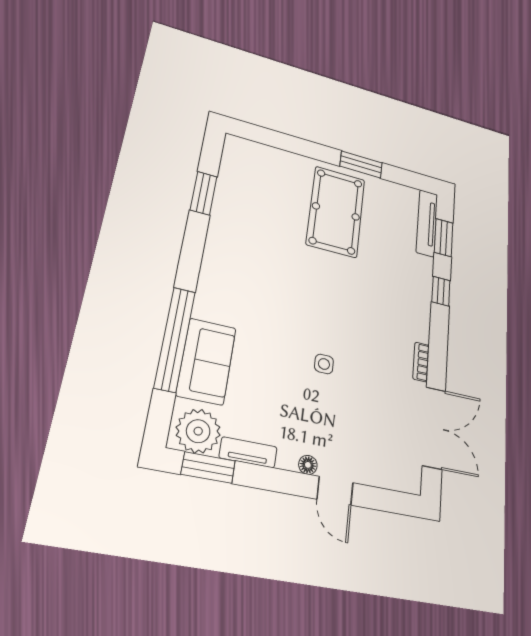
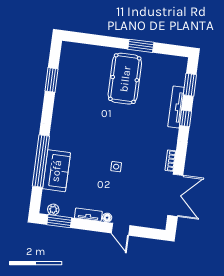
tv unit: (427, 223) -> (176, 107), moved
plant: (198, 431) -> (53, 210), width x0.53, depth x0.53
tv unit: (248, 452) -> (88, 215), moved

